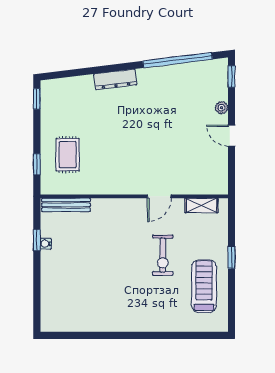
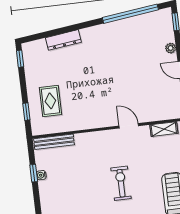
dresser: (115, 79) -> (63, 40), moved
door: (159, 196) -> (129, 126), swing flipped
exercise bike: (163, 255) -> (121, 183), moved, turned 180

